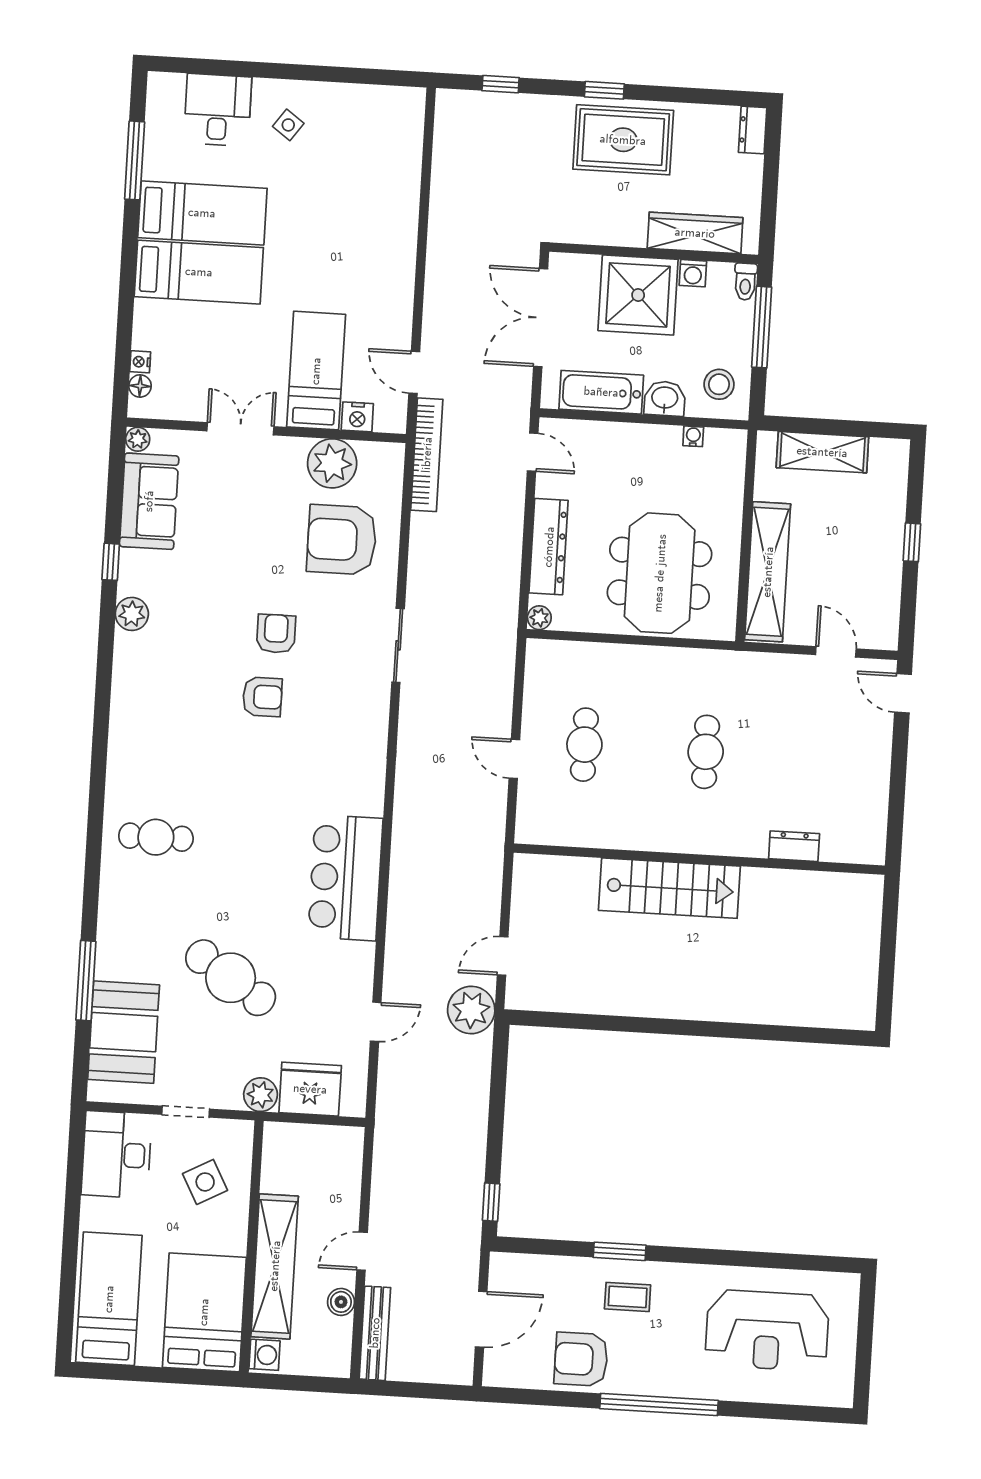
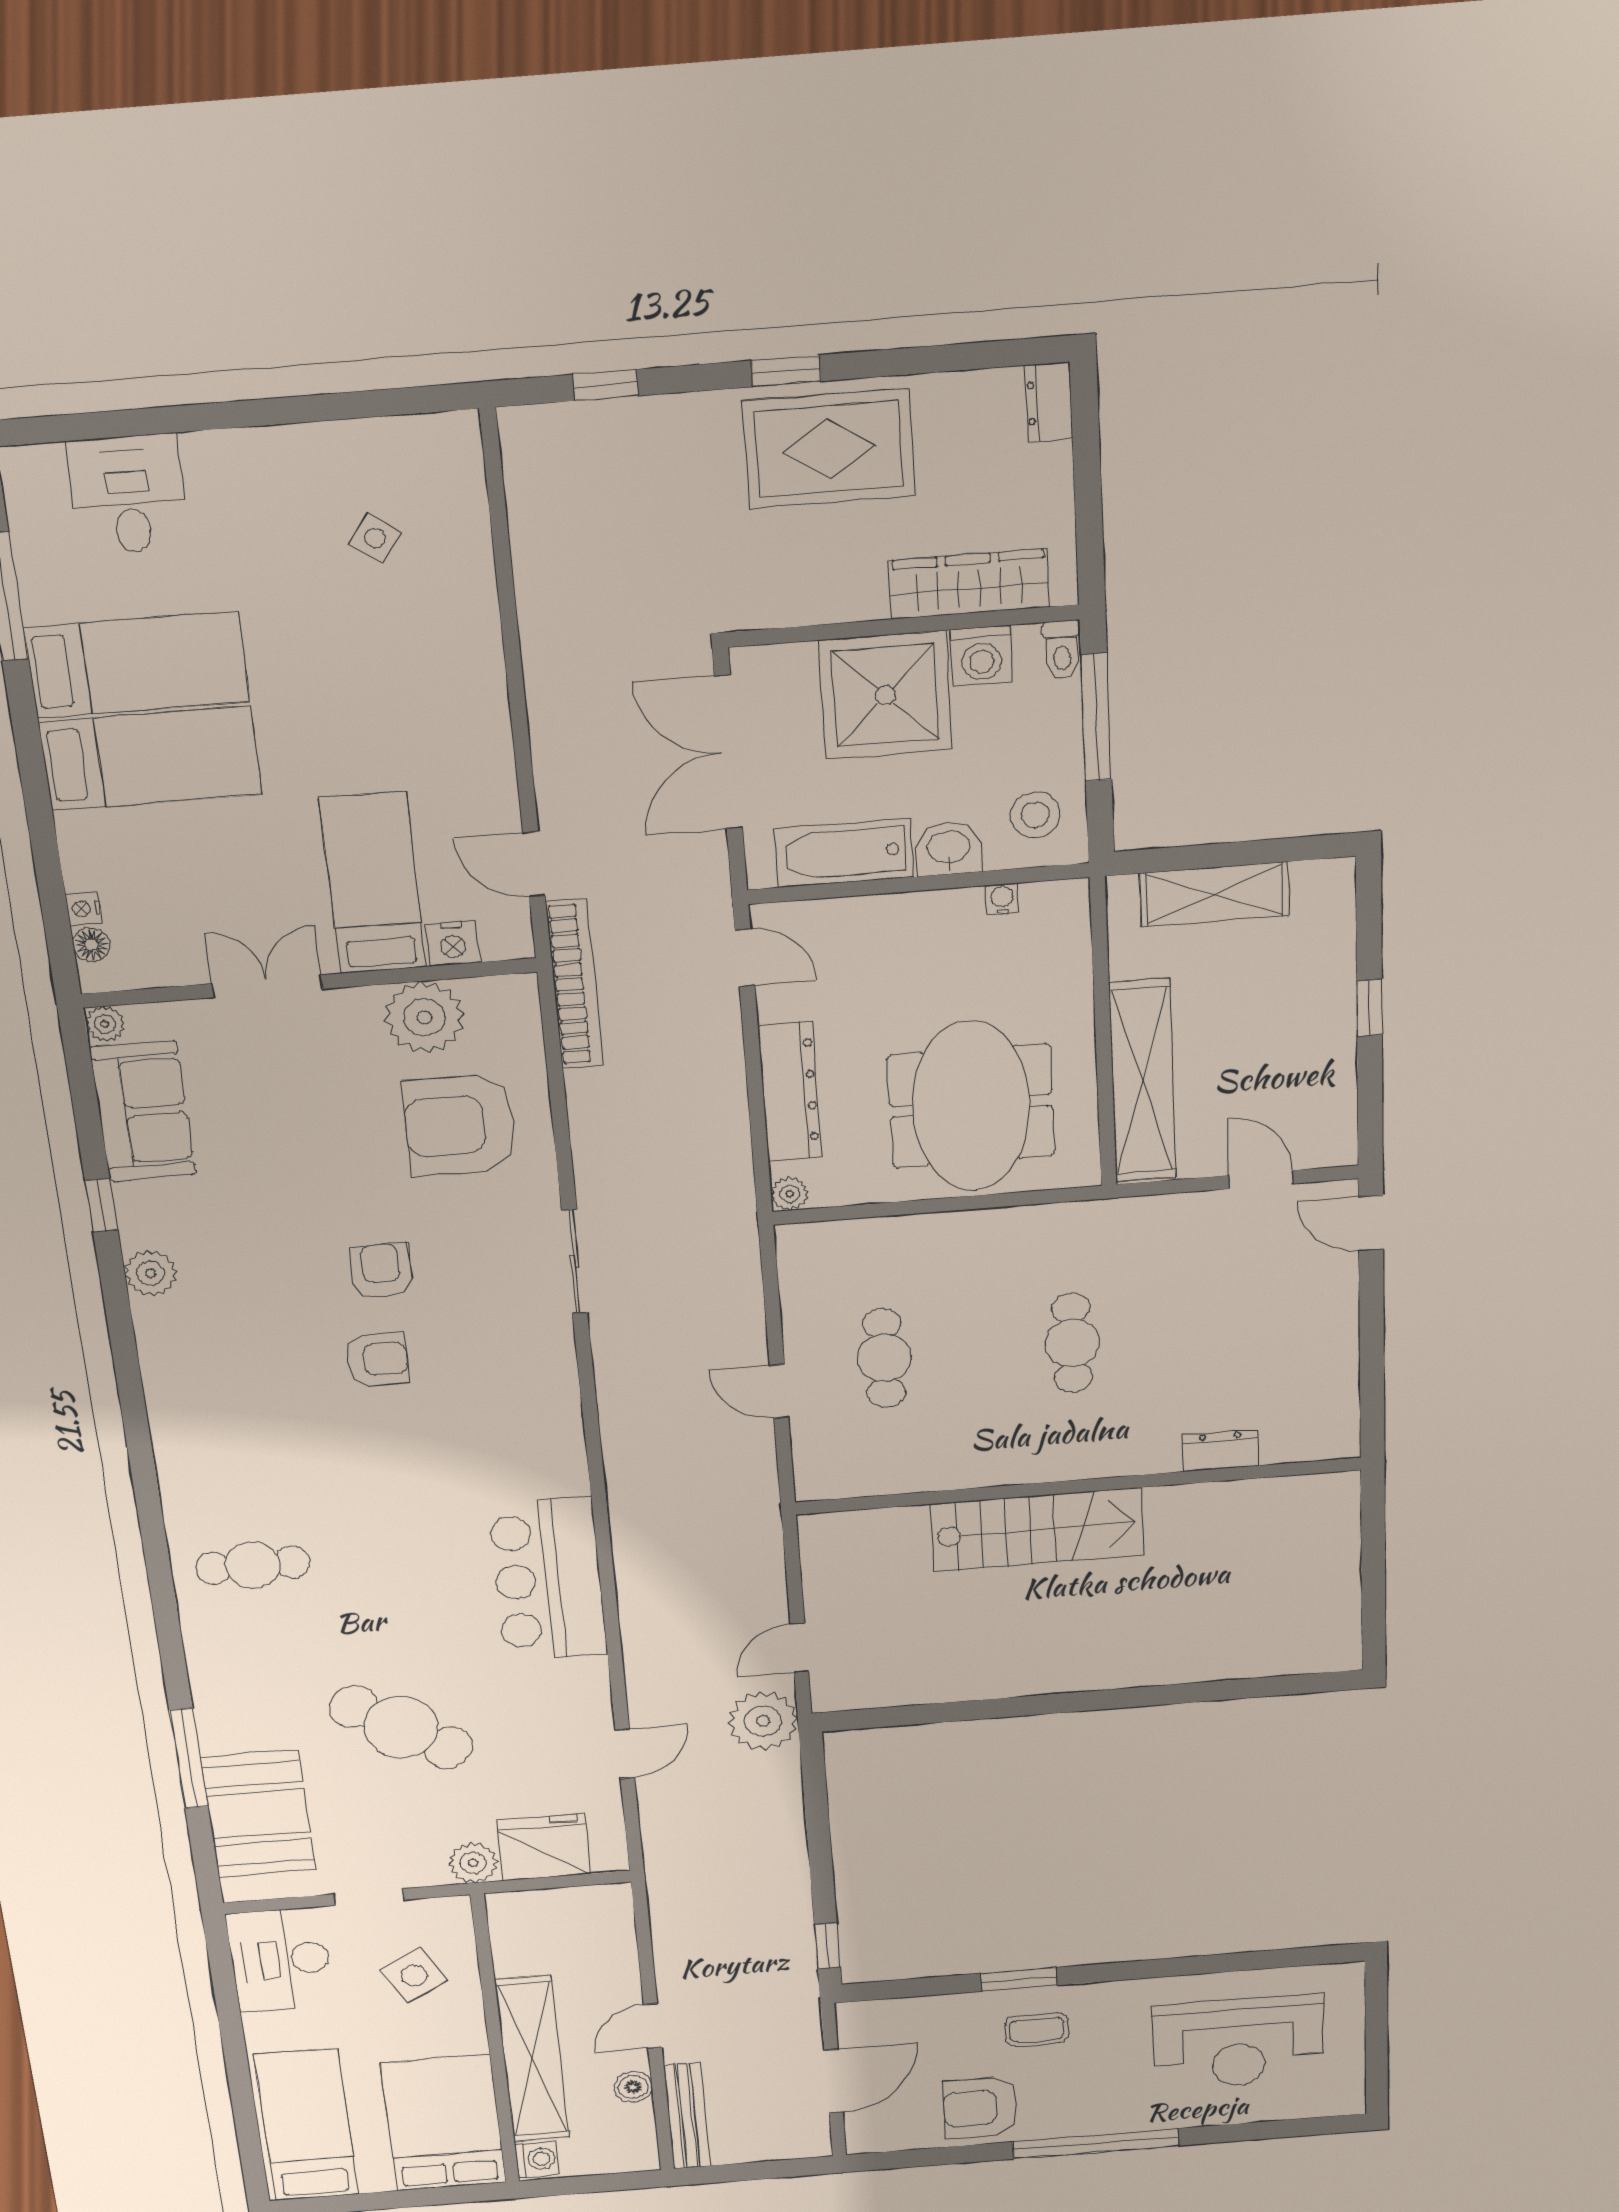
side table: (288, 125) -> (375, 538), moved
washing machine: (693, 273) -> (981, 656), width x1.38, depth x1.38

